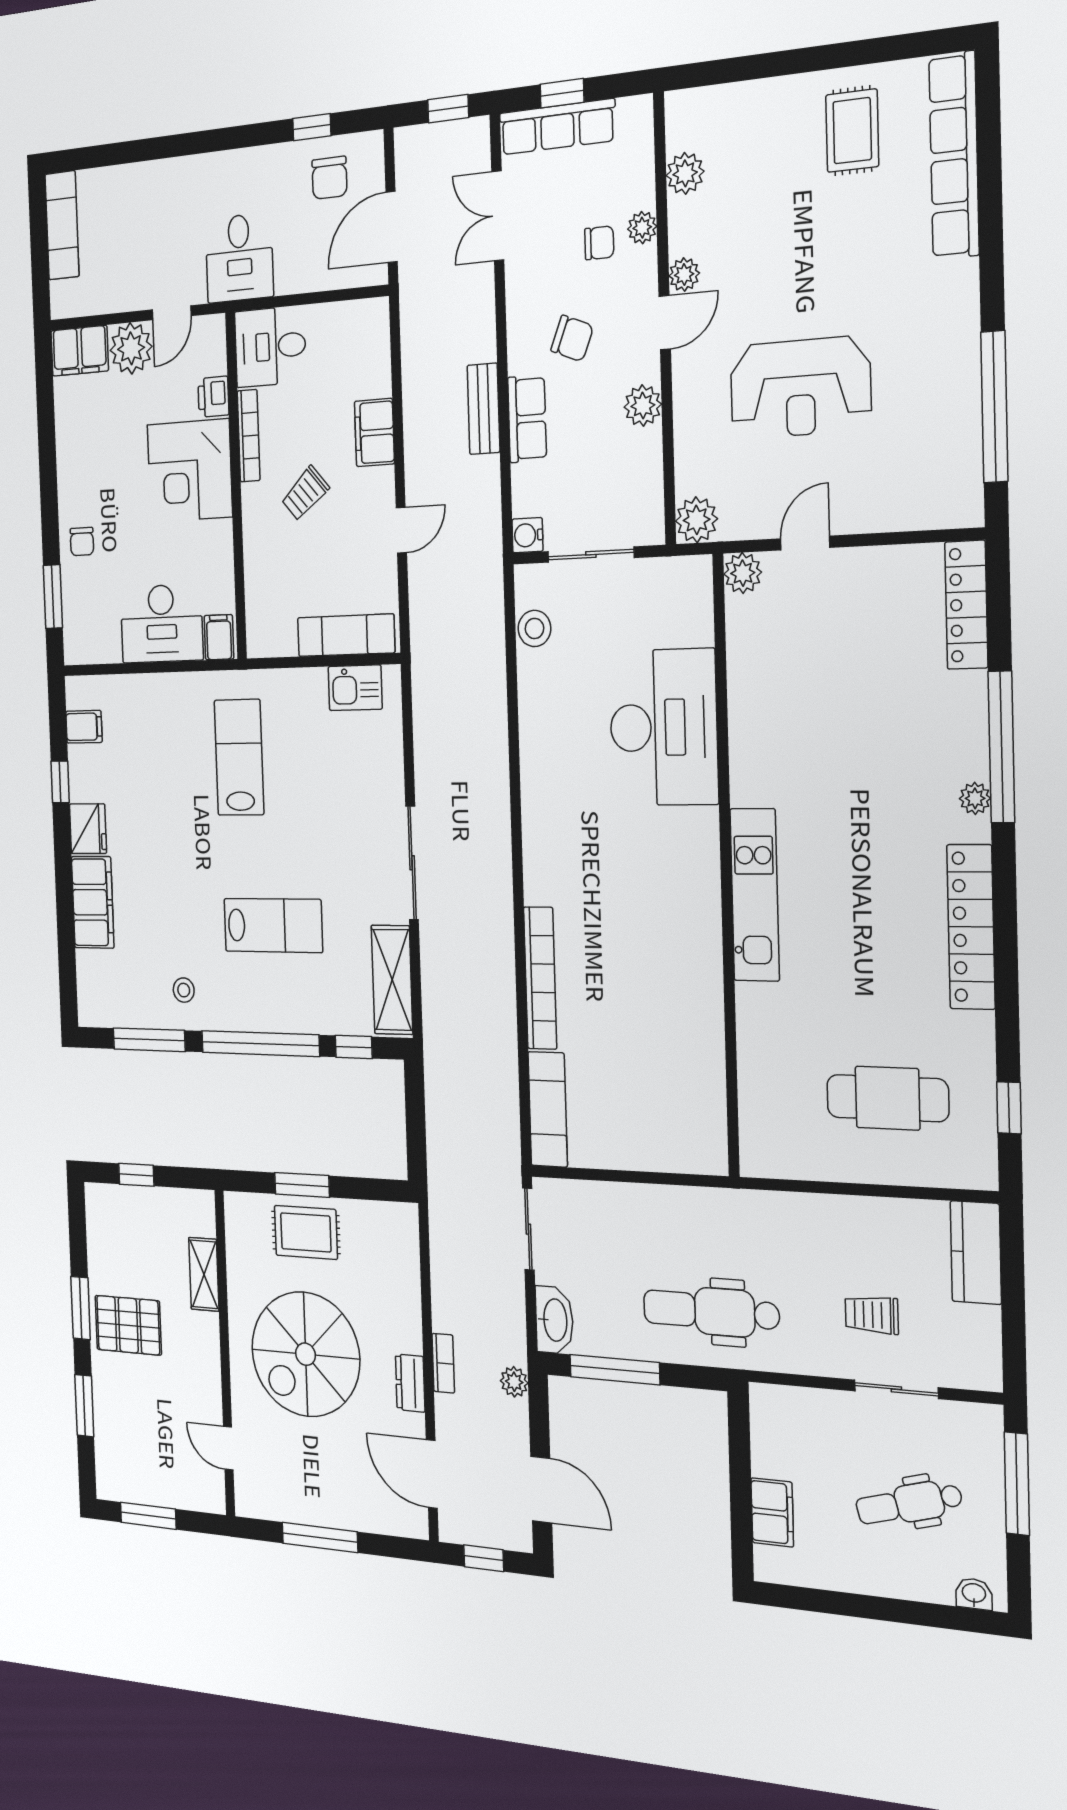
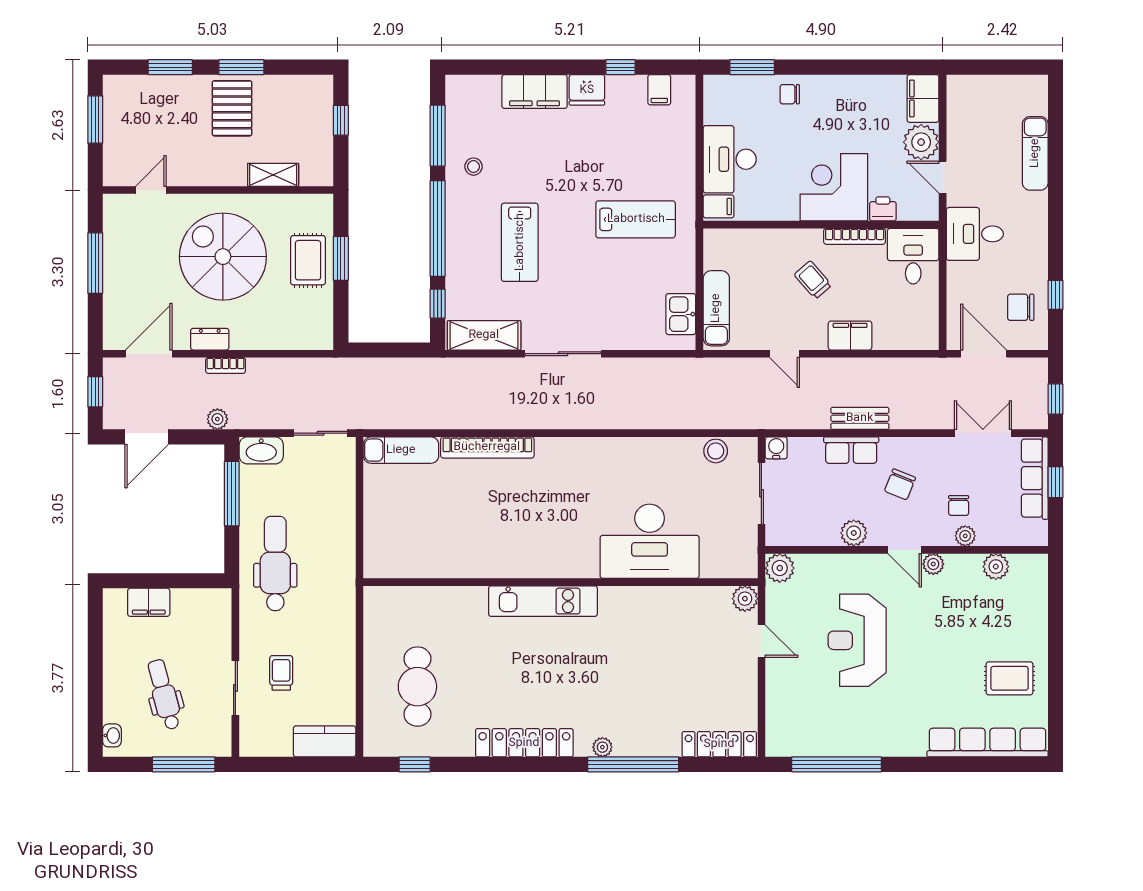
exam couch: (62, 225) -> (1035, 153), moved, turned 90

